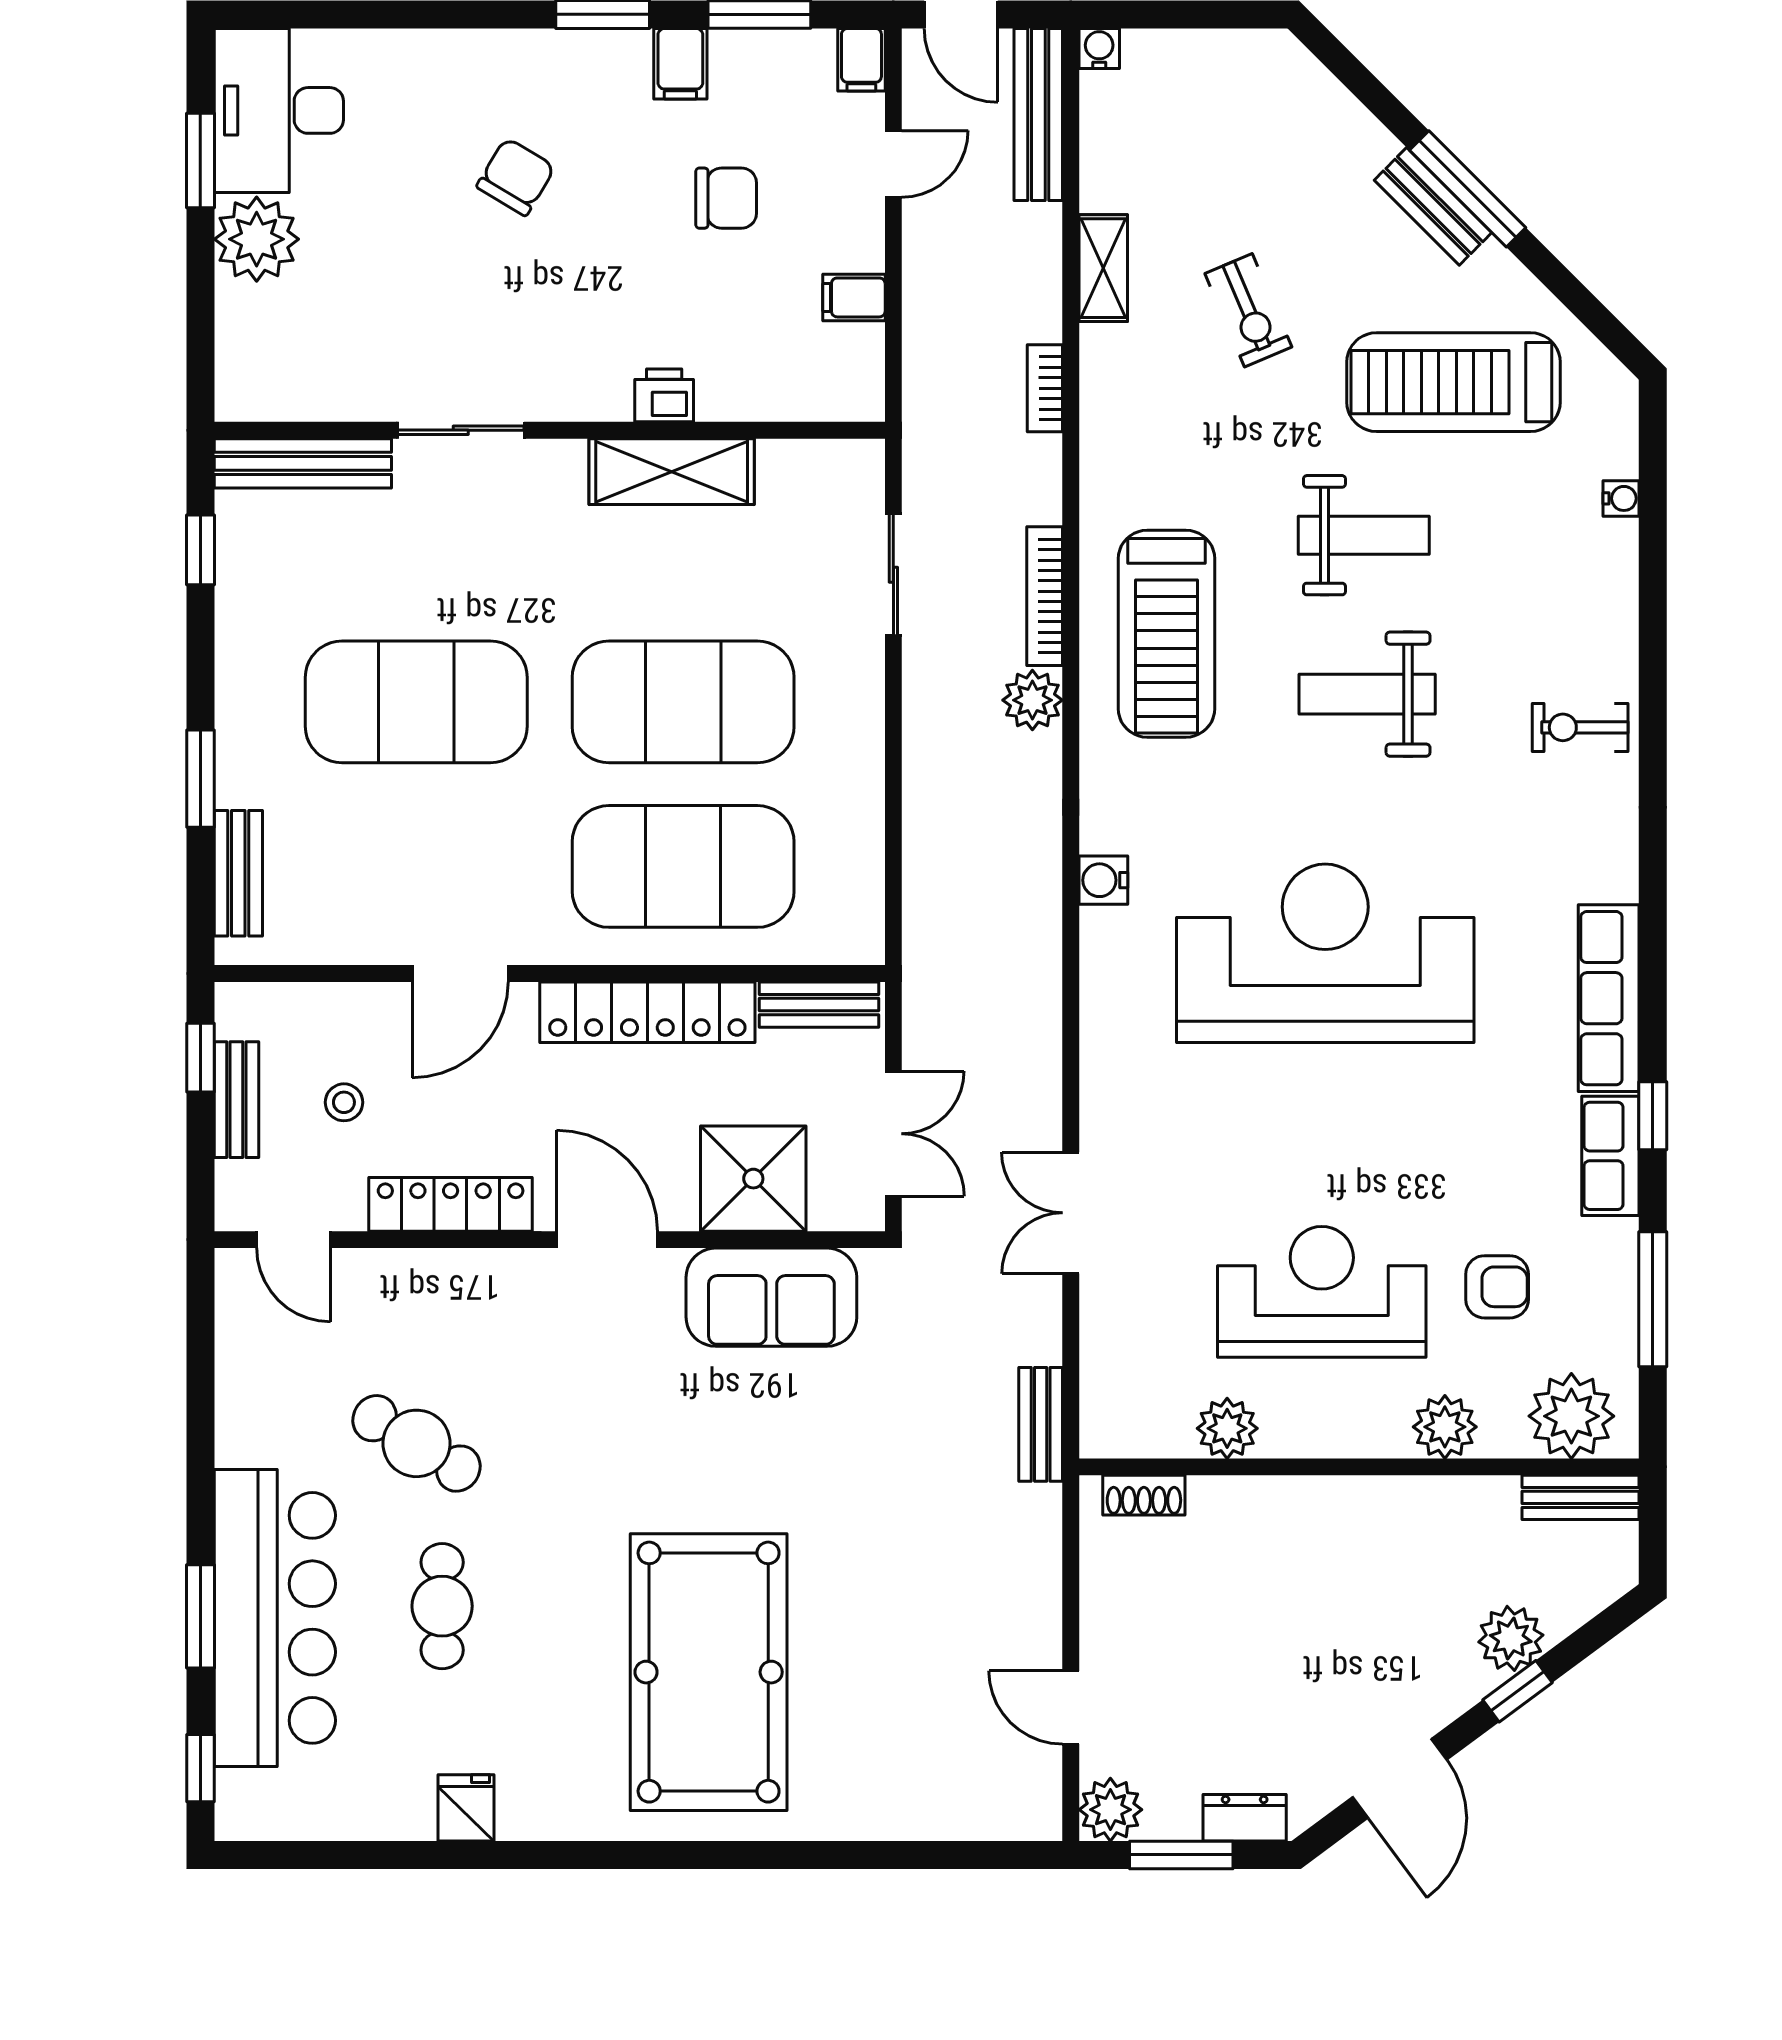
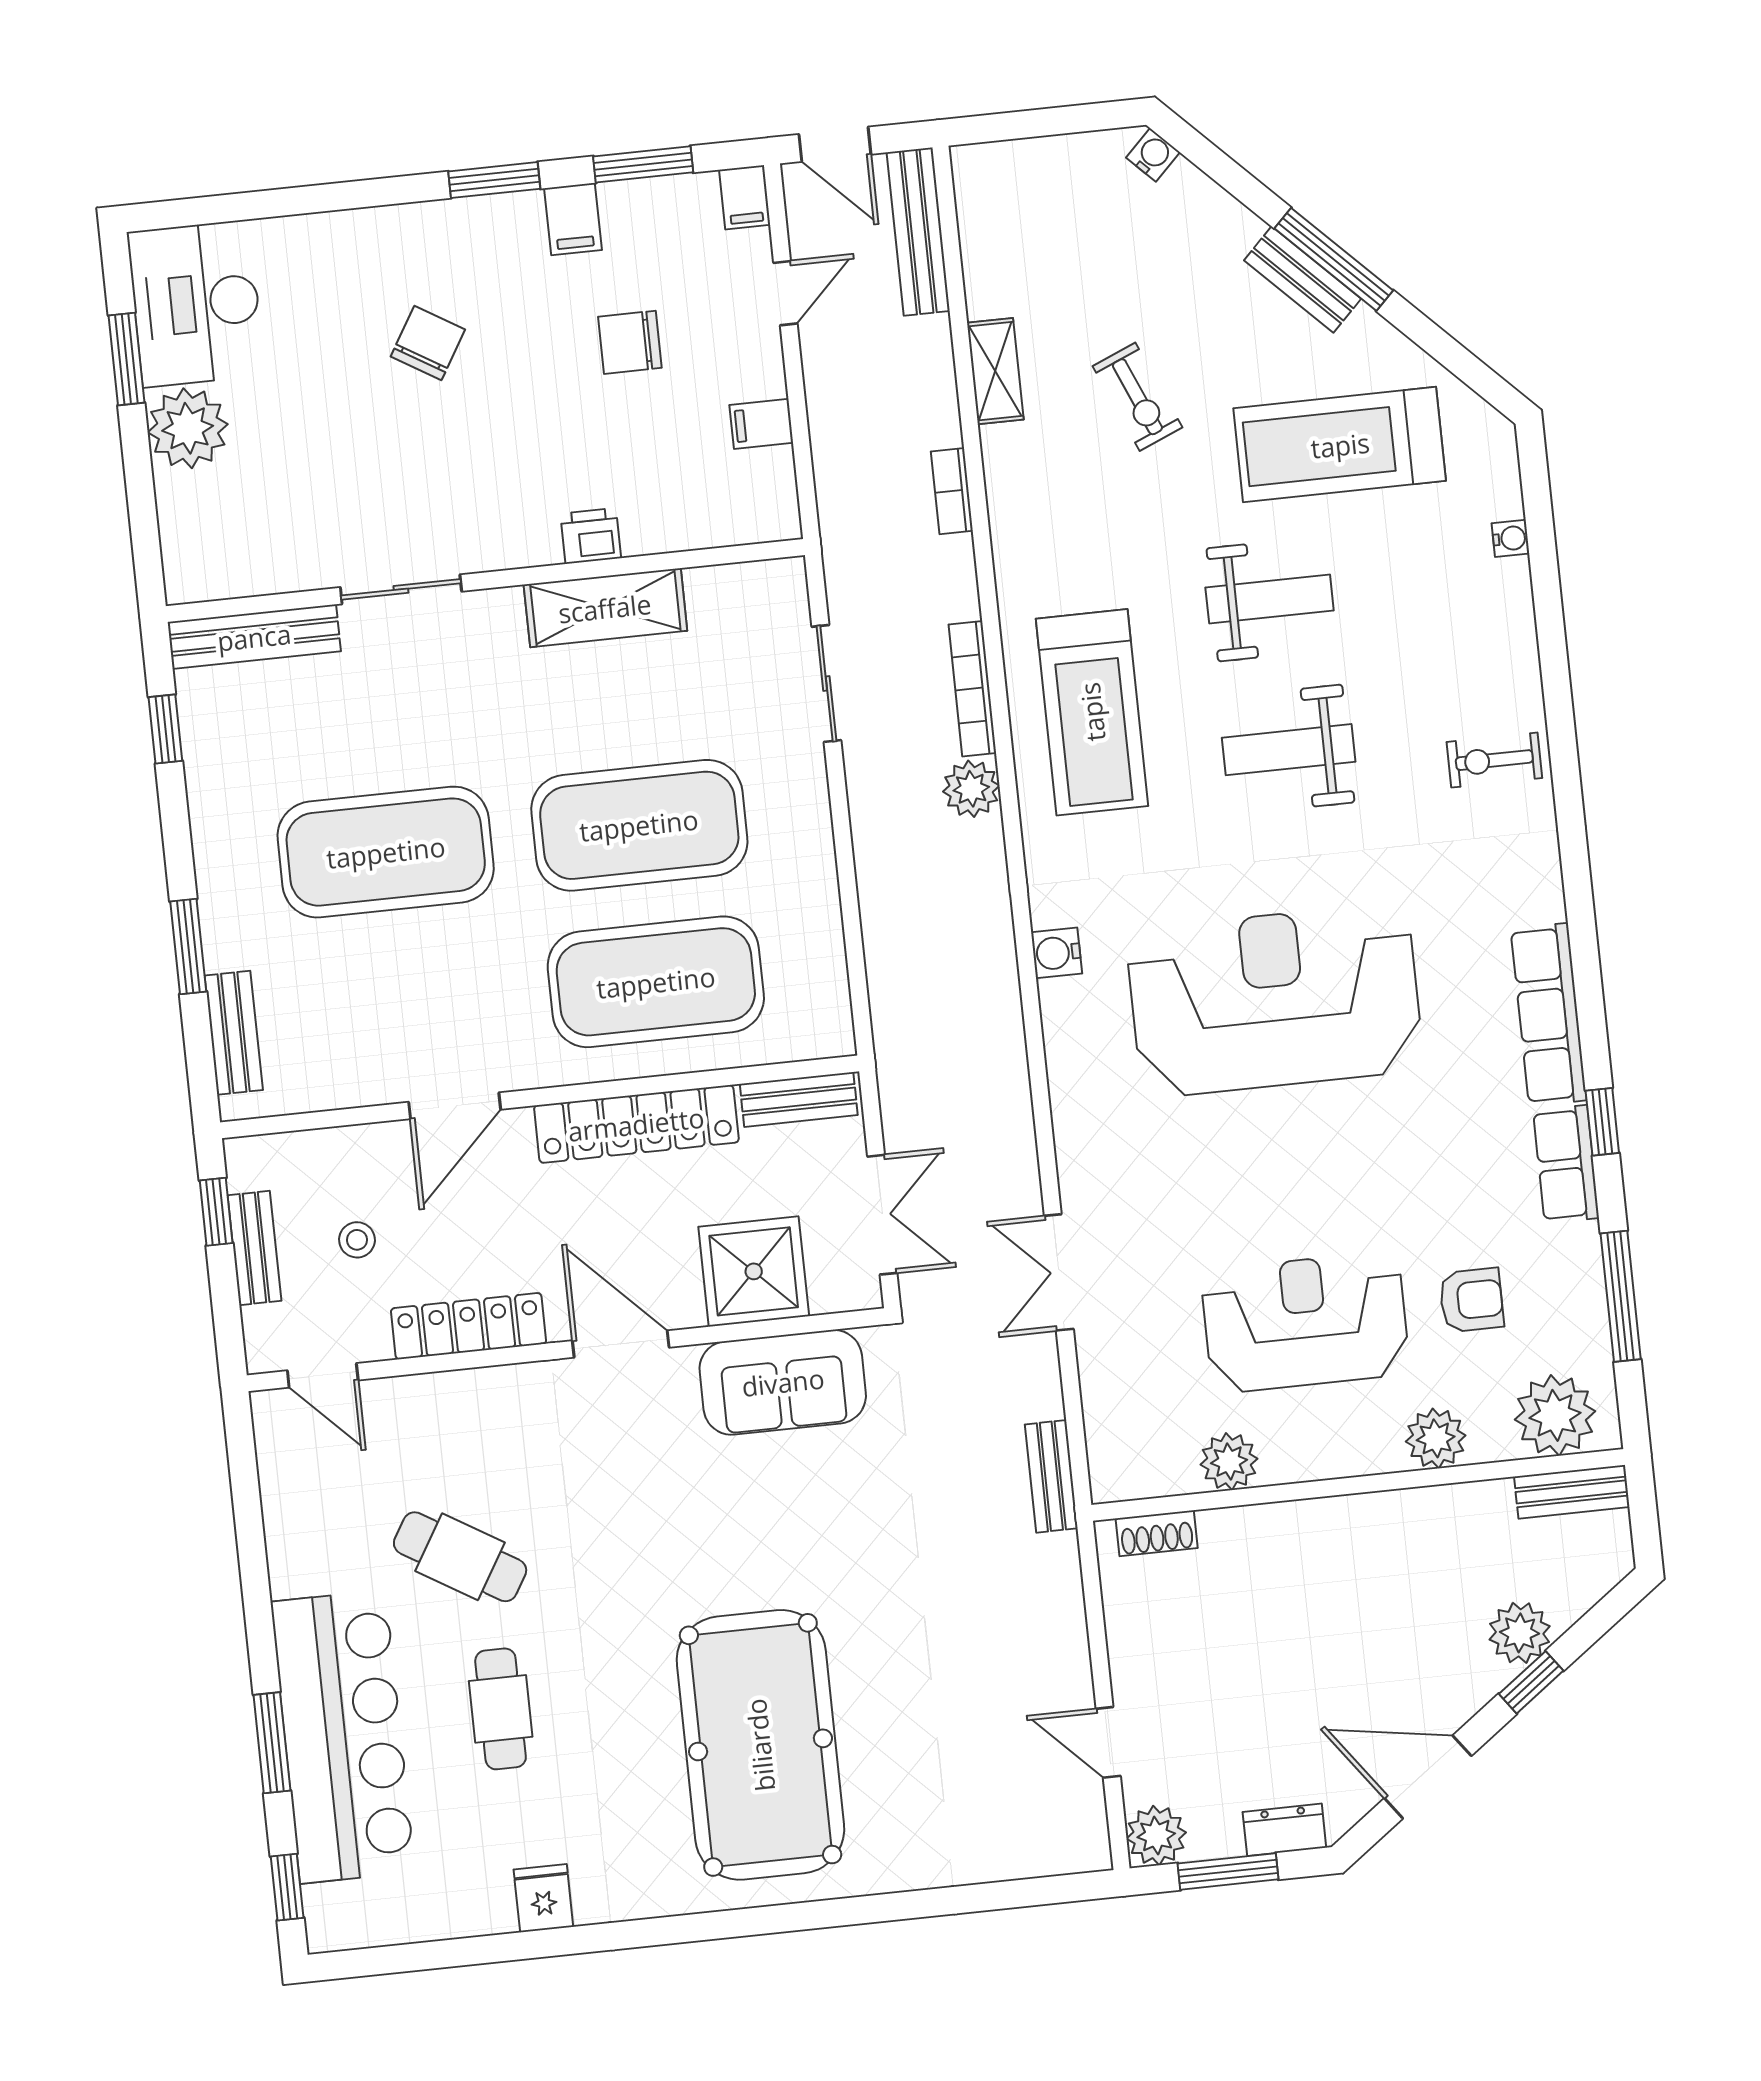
water cooler: (1099, 48) -> (1153, 155), moved, turned 45
chair: (726, 198) -> (630, 342), turned 180
door: (1400, 1778) -> (1428, 1777), swing flipped

